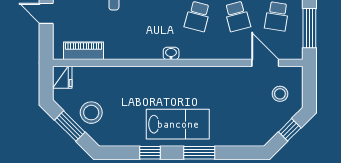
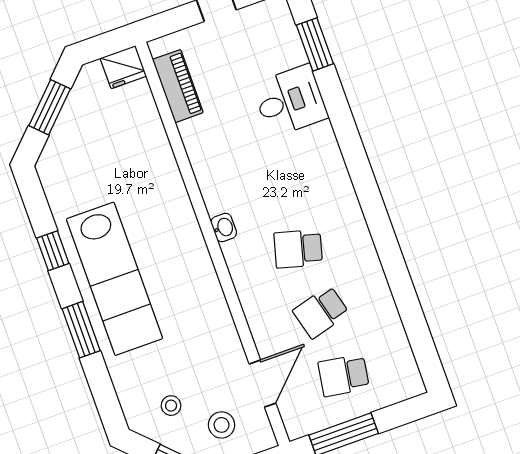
stool: (91, 113) -> (171, 406), moved, width x0.53, depth x0.53
lab bench: (178, 124) -> (114, 279), width x1.36

